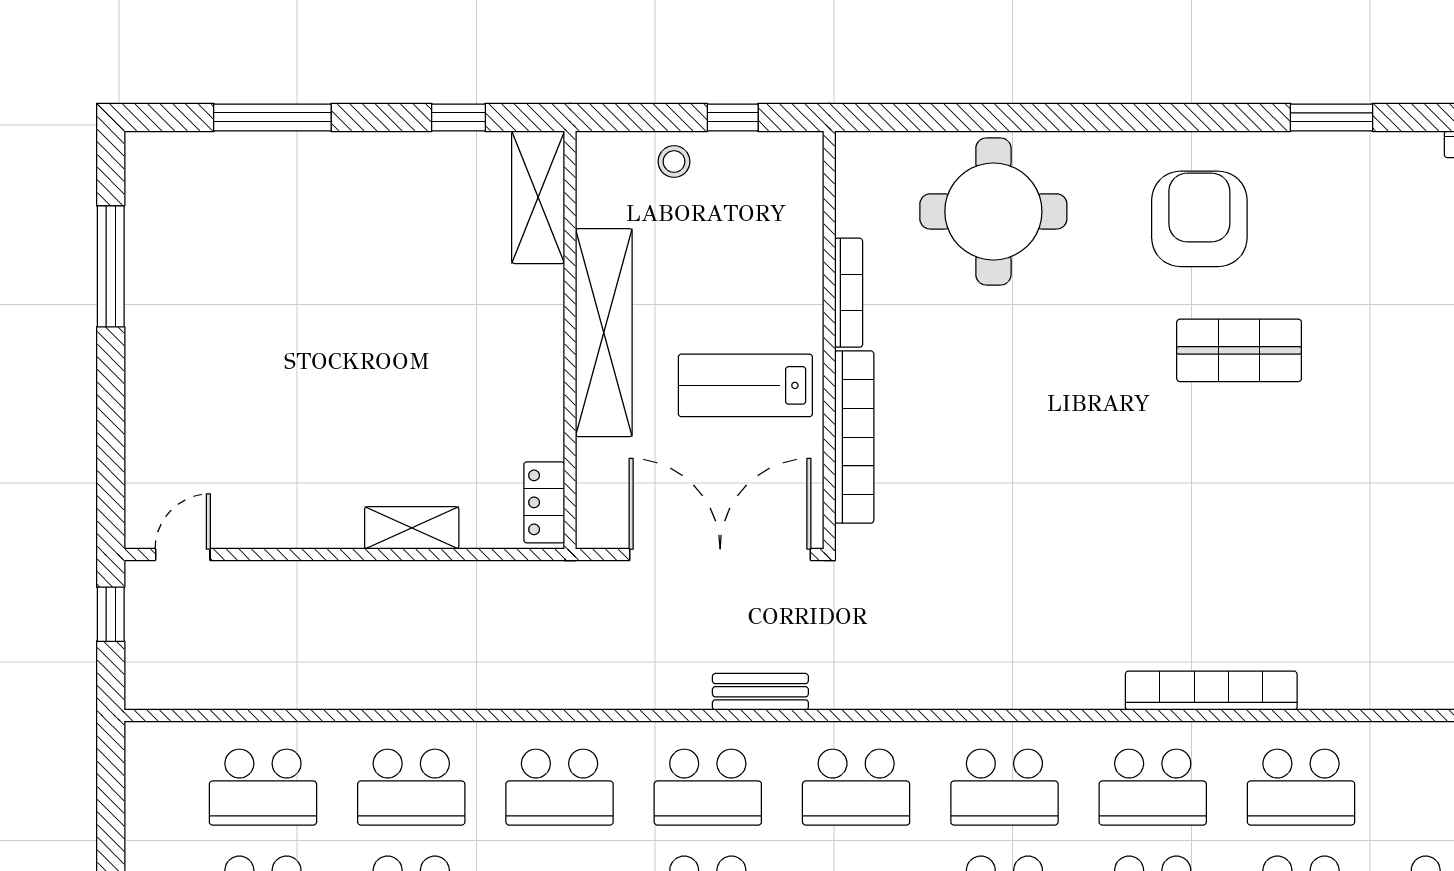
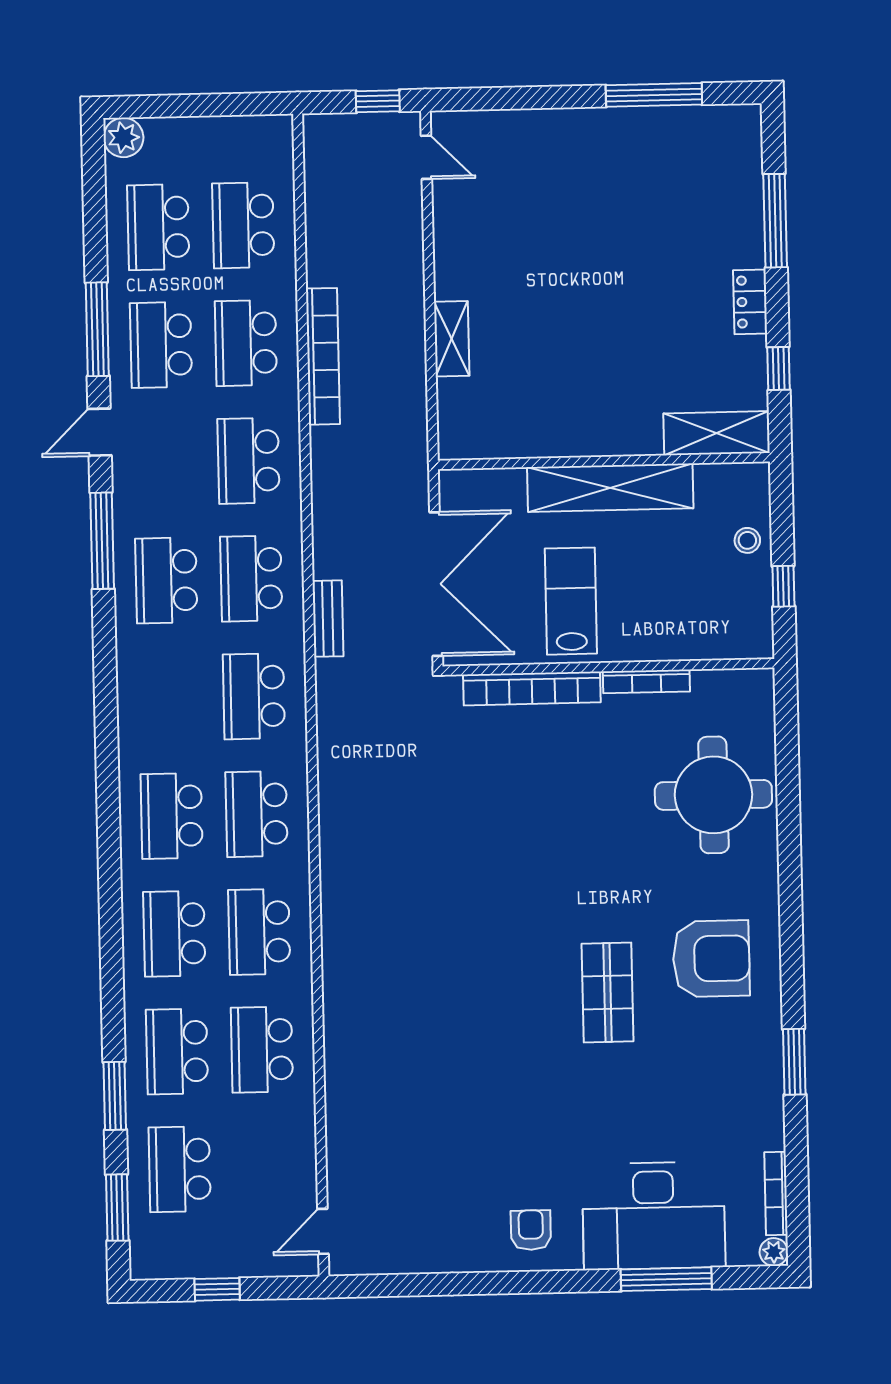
locker: (544, 502) -> (750, 302), moved, turned -90
bookcase: (1211, 691) -> (323, 356), moved

